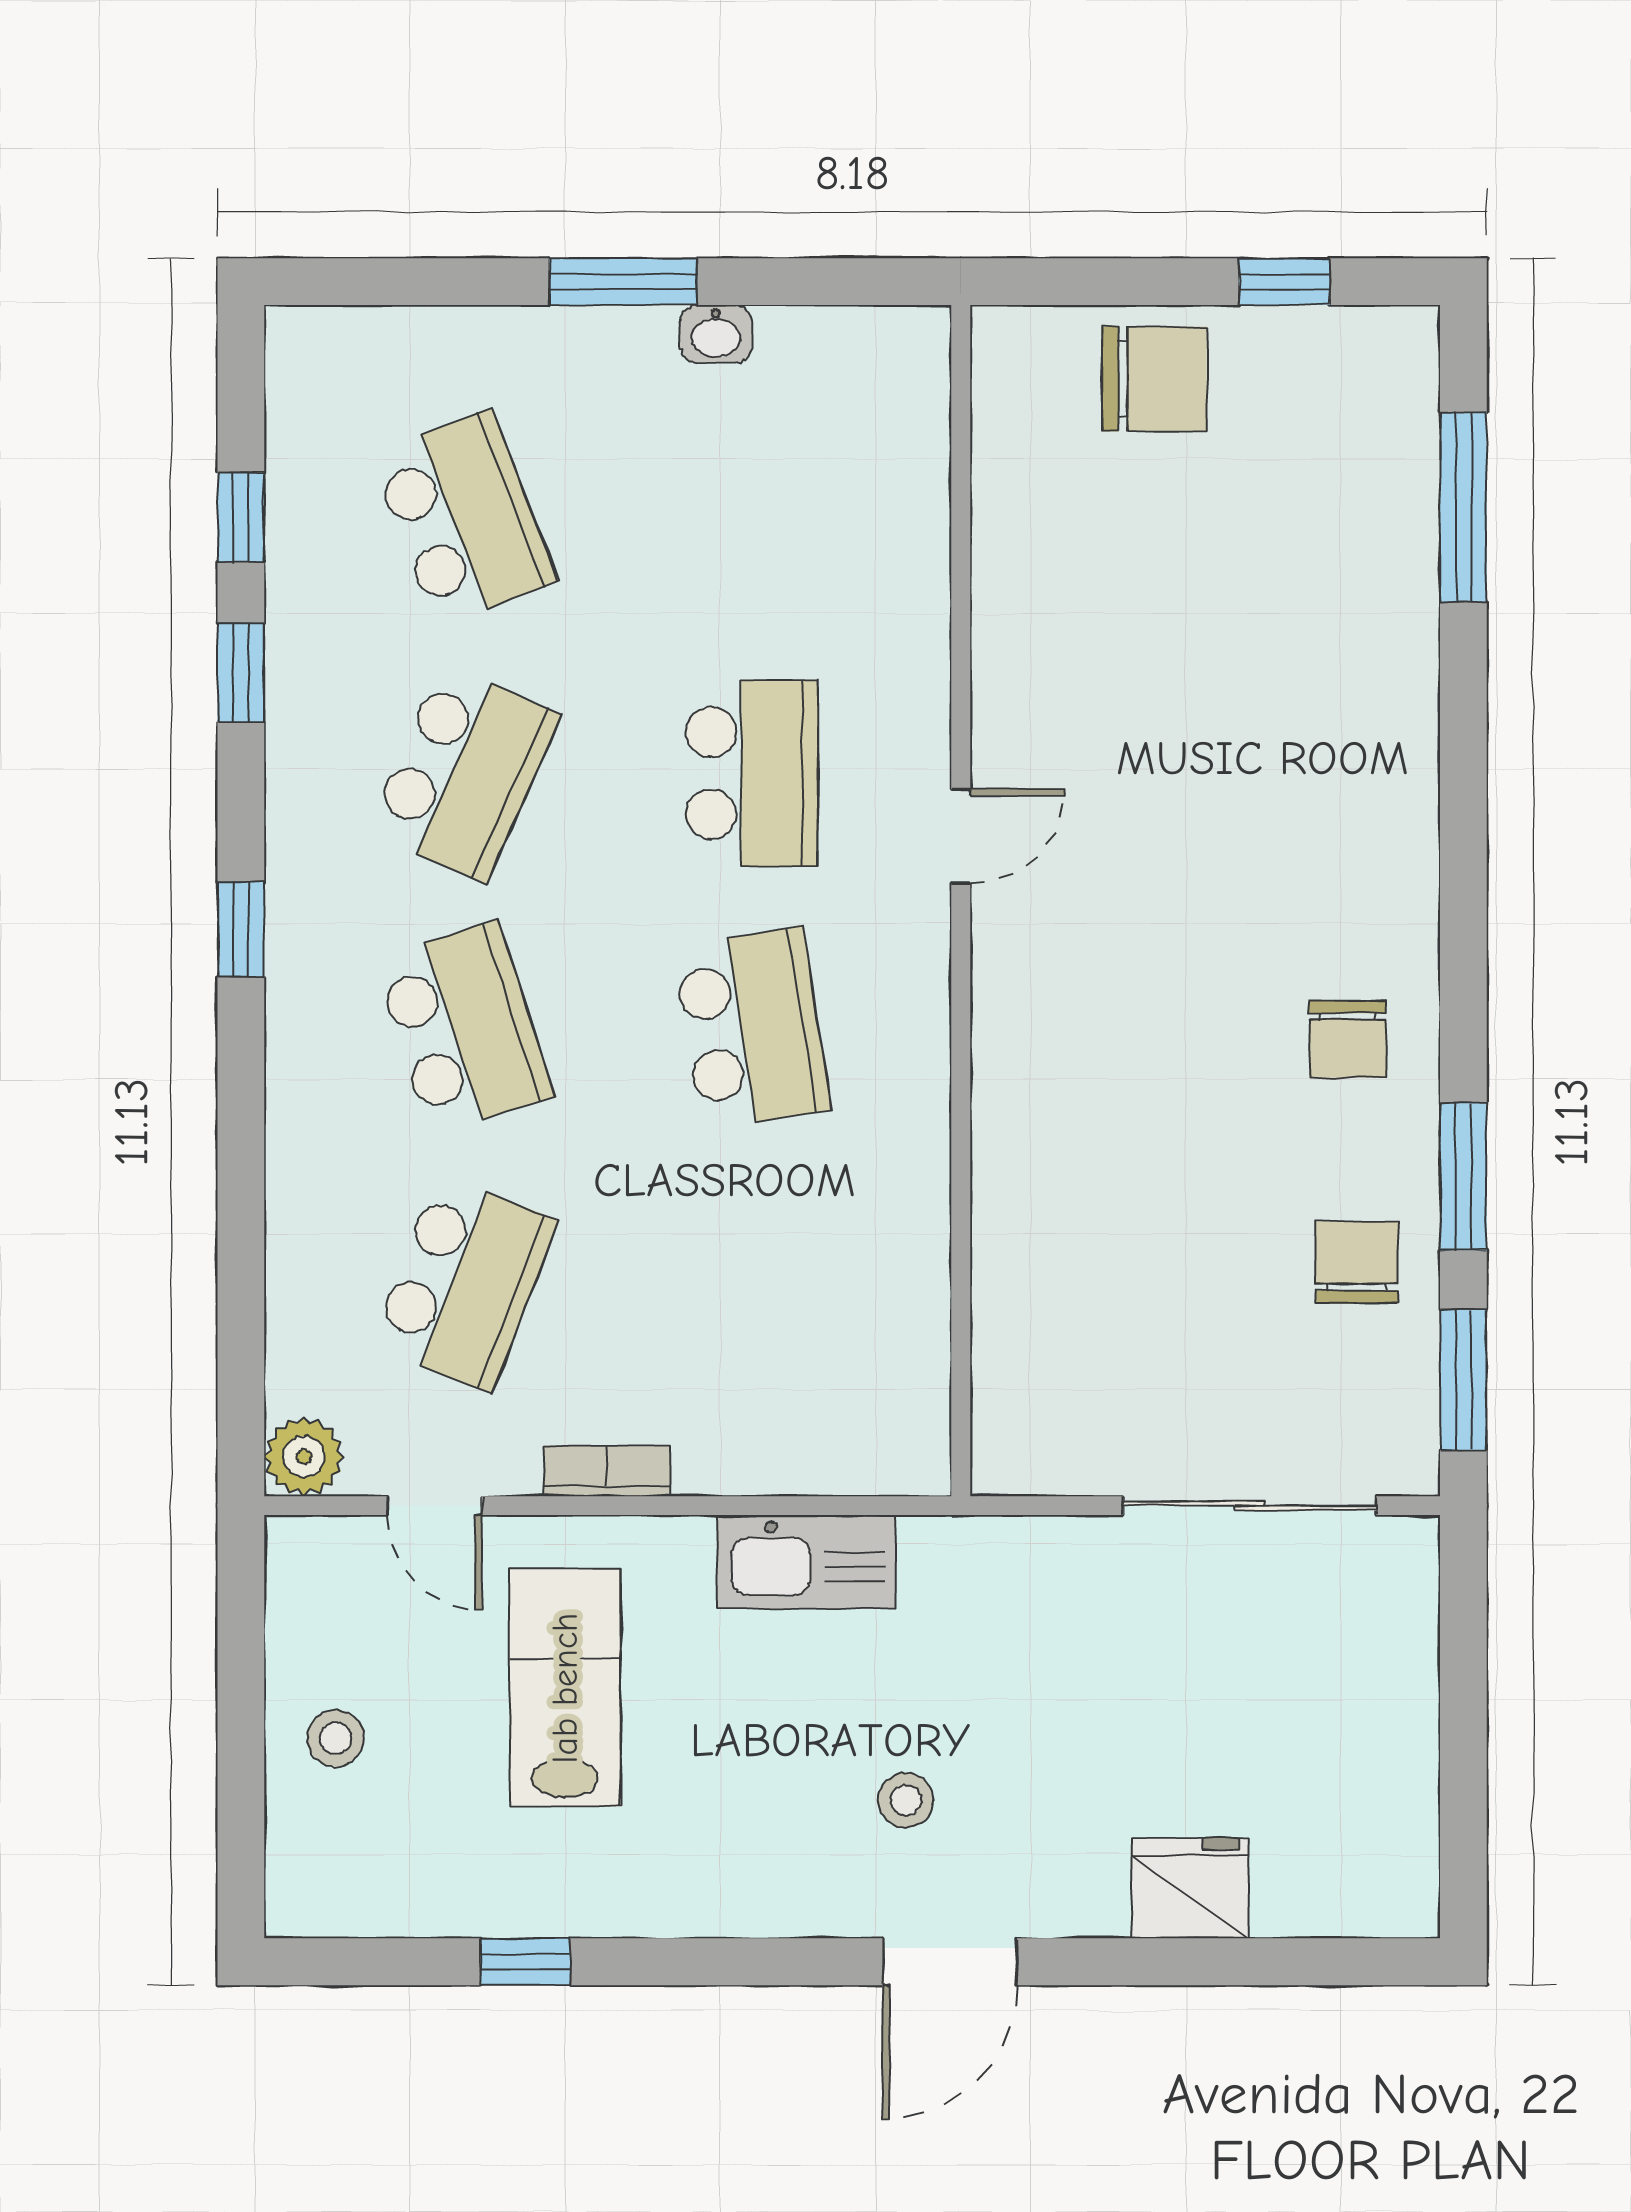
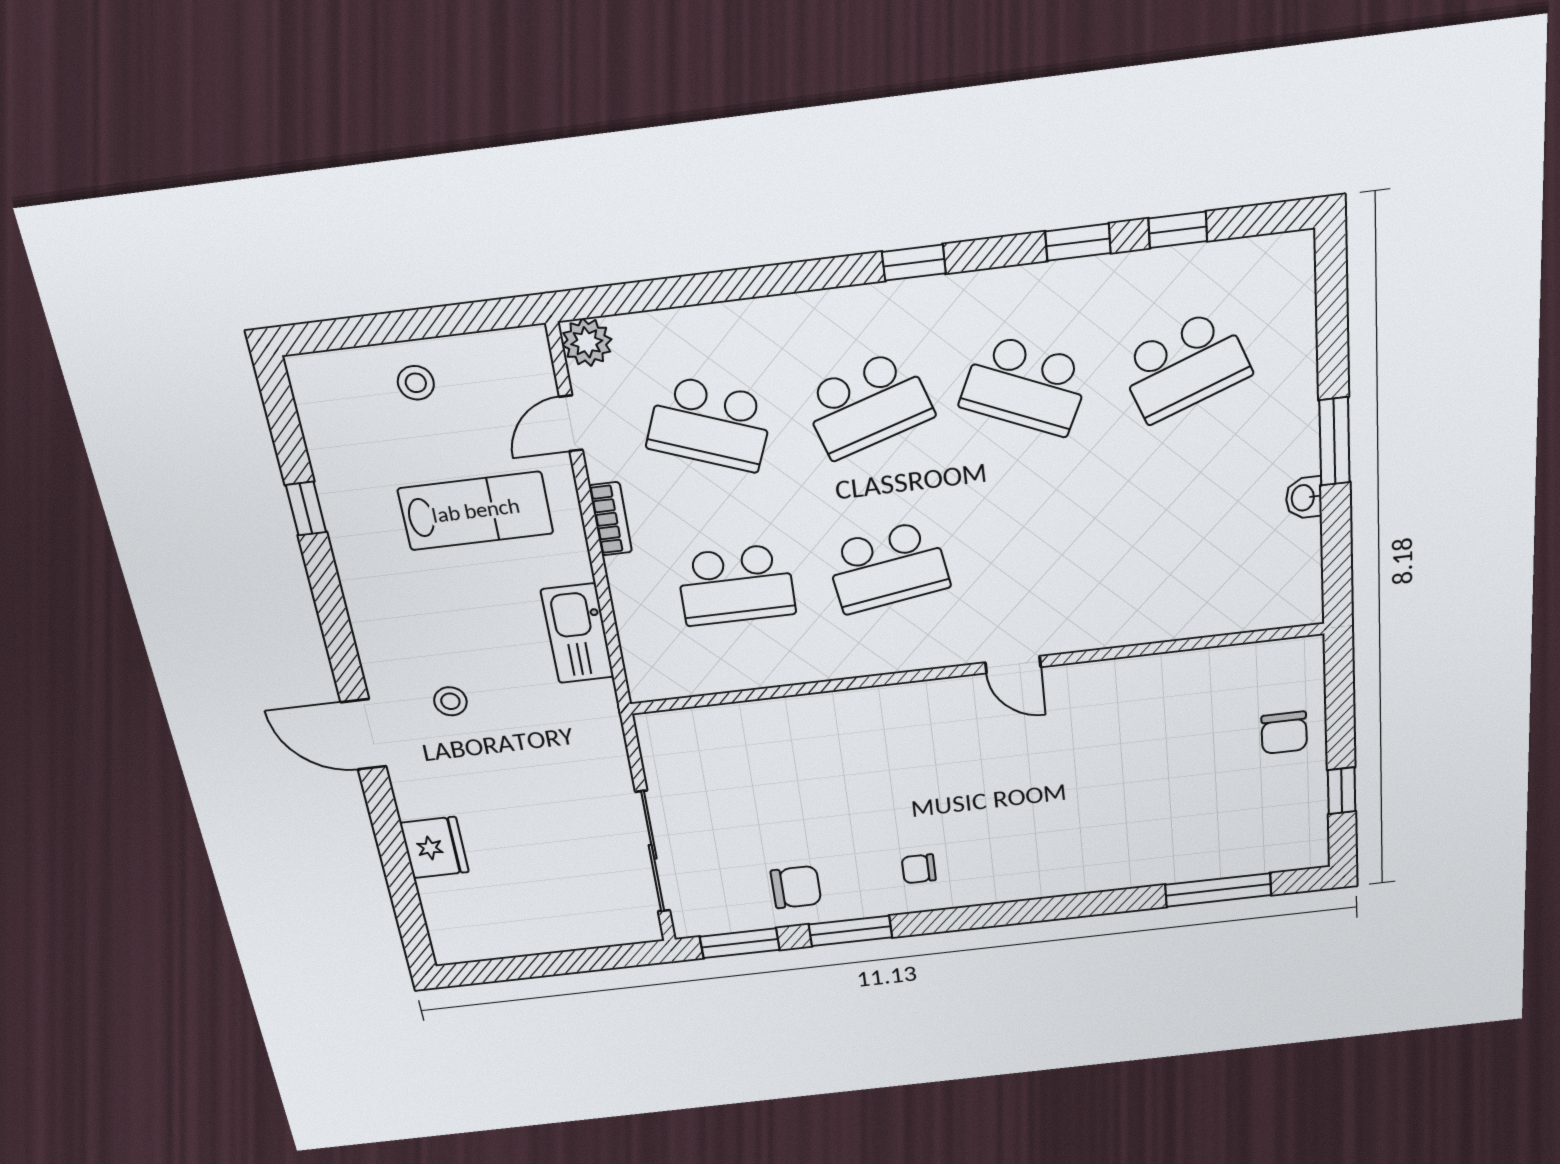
chair: (1154, 379) -> (1284, 733), width x0.73, depth x0.73
school desk: (752, 773) -> (736, 585), moved
chair: (1347, 1039) -> (919, 869), width x0.73, depth x0.73

